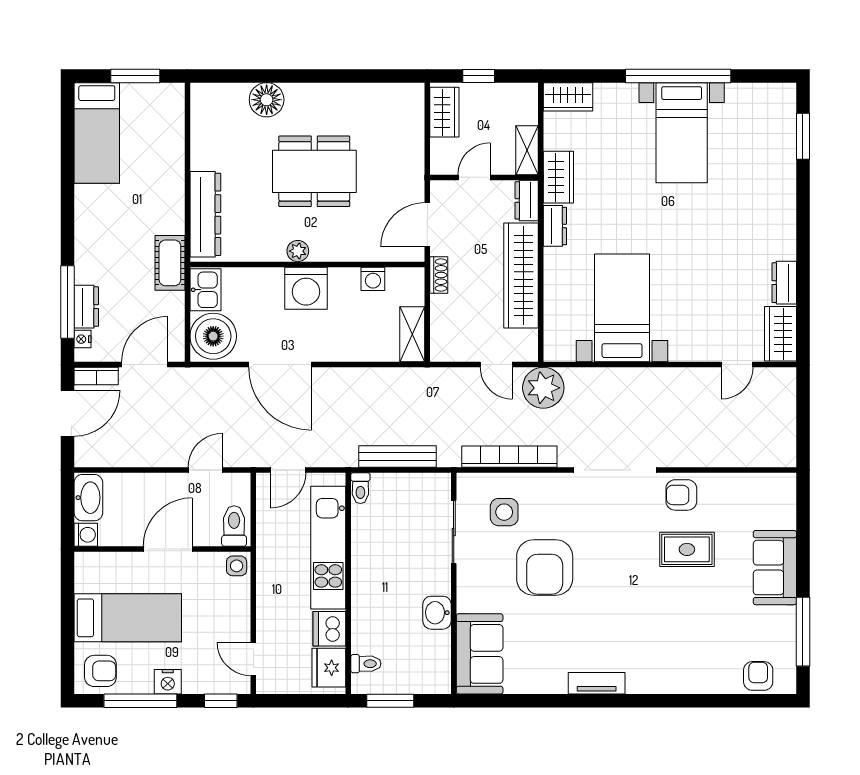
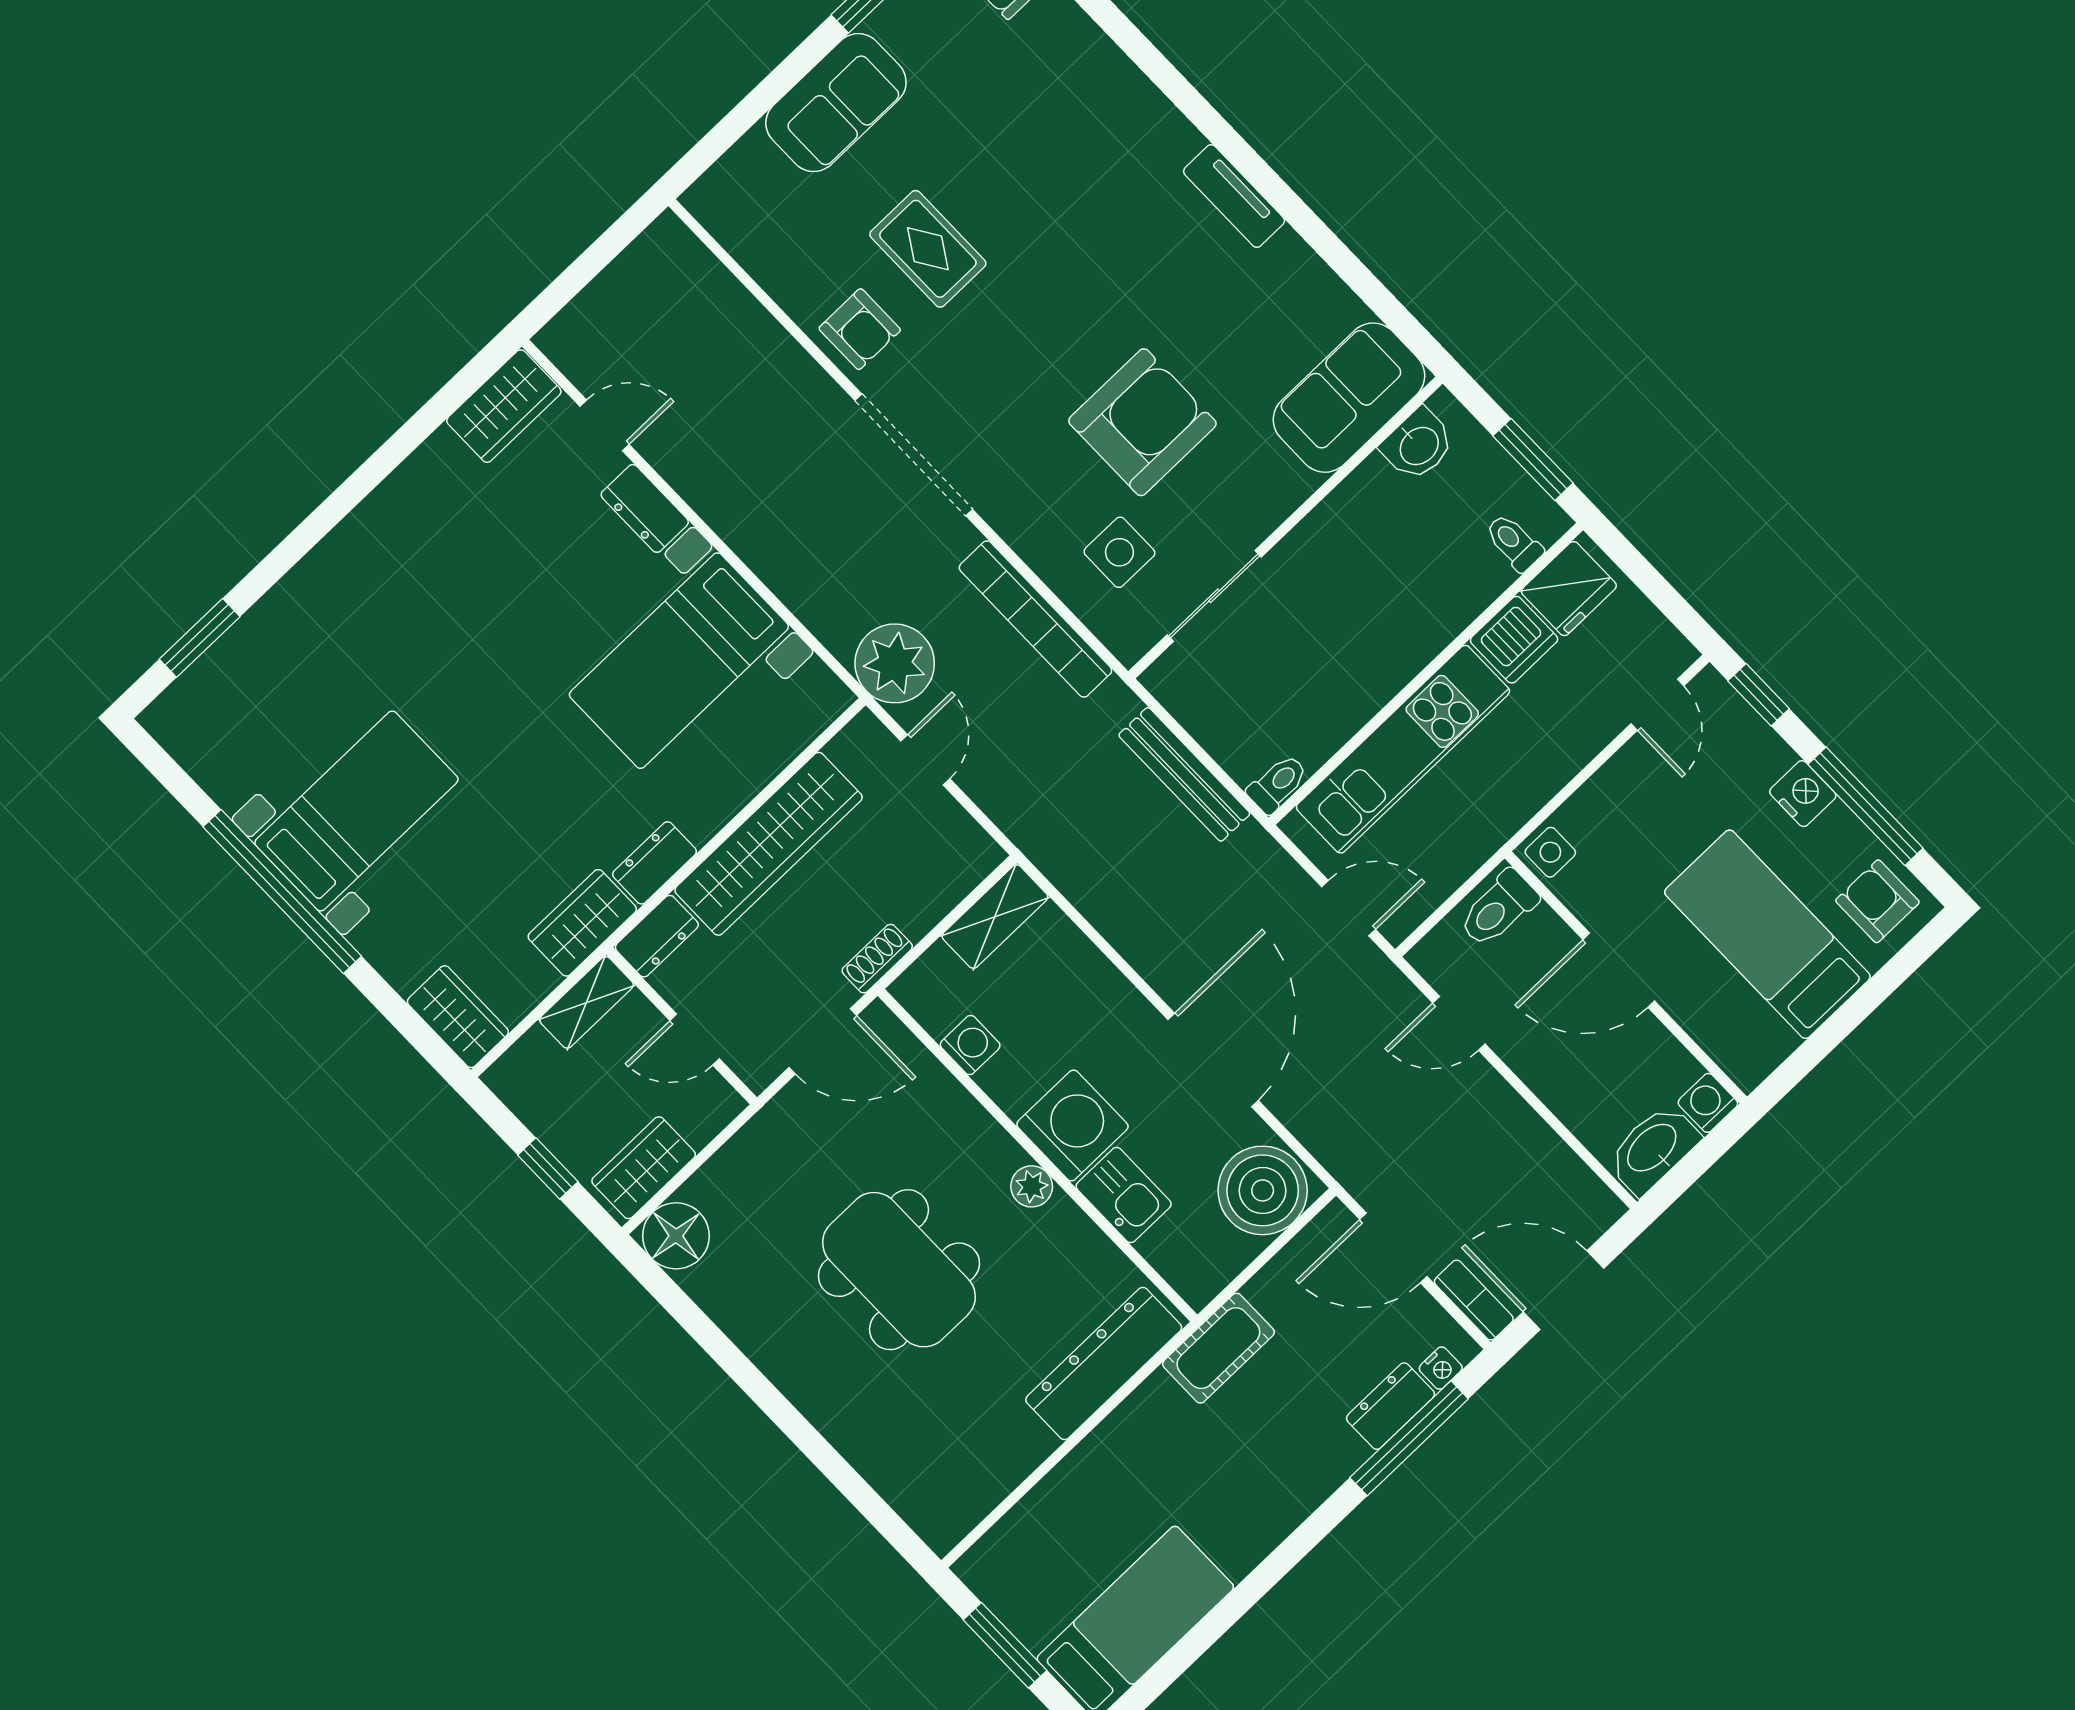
floor lamp: (267, 100) -> (676, 1236), moved
dresser: (784, 283) -> (645, 508), moved, turned 90
kitchen sink: (205, 290) -> (1124, 1195), moved, turned 90
washbasin: (437, 613) -> (1418, 445), moved

